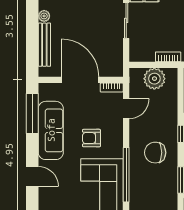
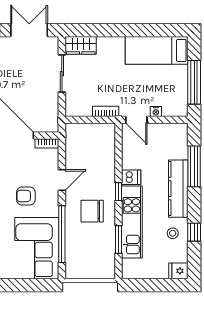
plant: (154, 79) -> (91, 134), removed
door: (126, 109) -> (62, 180), moved

